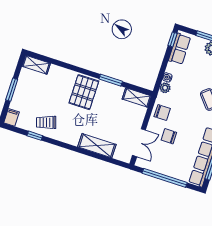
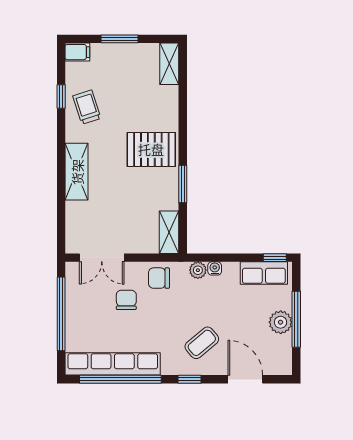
chair: (162, 113) -> (159, 278), turned 90
shelving: (97, 146) -> (77, 172), moved

